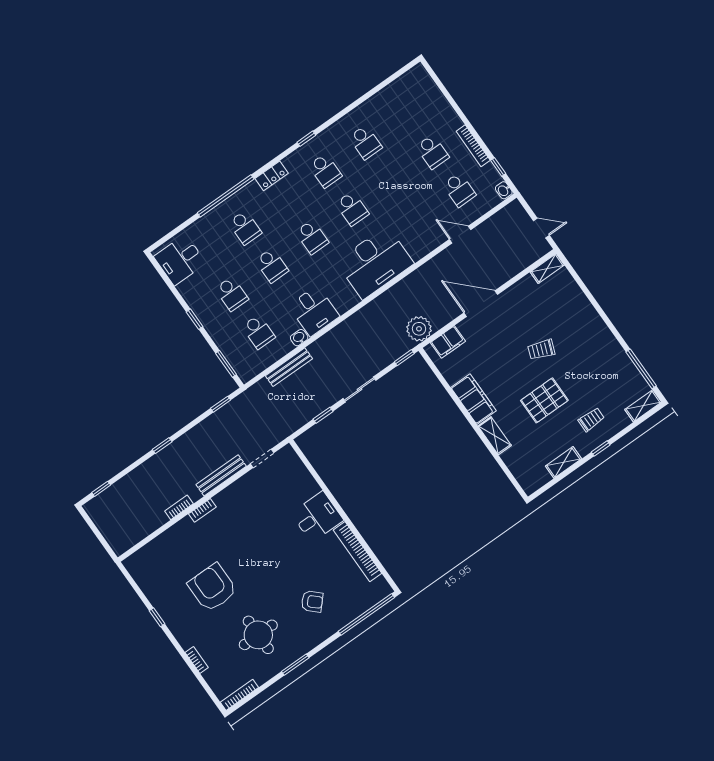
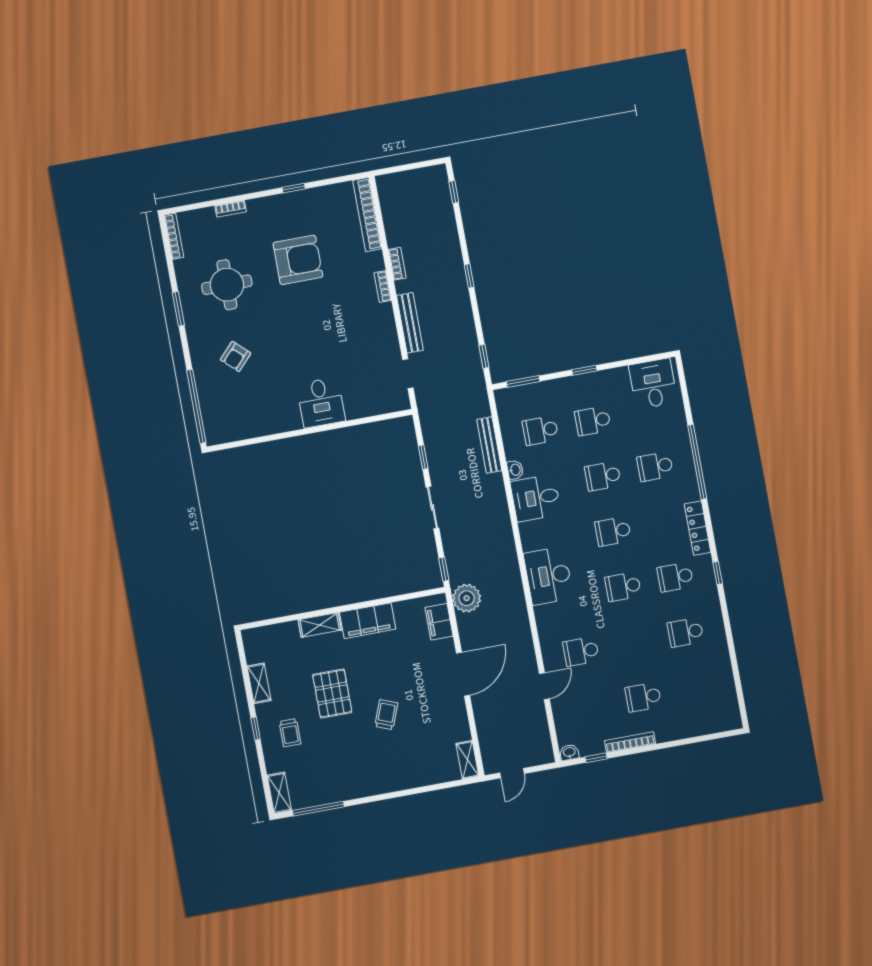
locker: (272, 176) -> (698, 528), width x1.53
school desk: (459, 190) -> (581, 651), moved
desk: (375, 263) -> (548, 576), width x0.73, depth x0.77
bookcase: (357, 552) -> (367, 215), moved, turned -90

